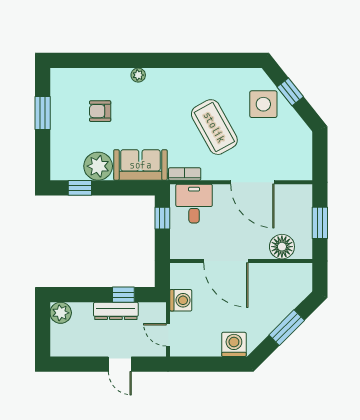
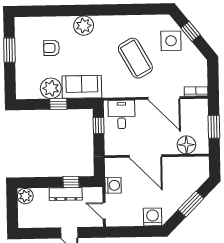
plant: (138, 75) -> (84, 26), width x1.88, depth x1.88
bookcase: (185, 174) -> (196, 91), moved
window: (80, 188) -> (58, 104), moved

